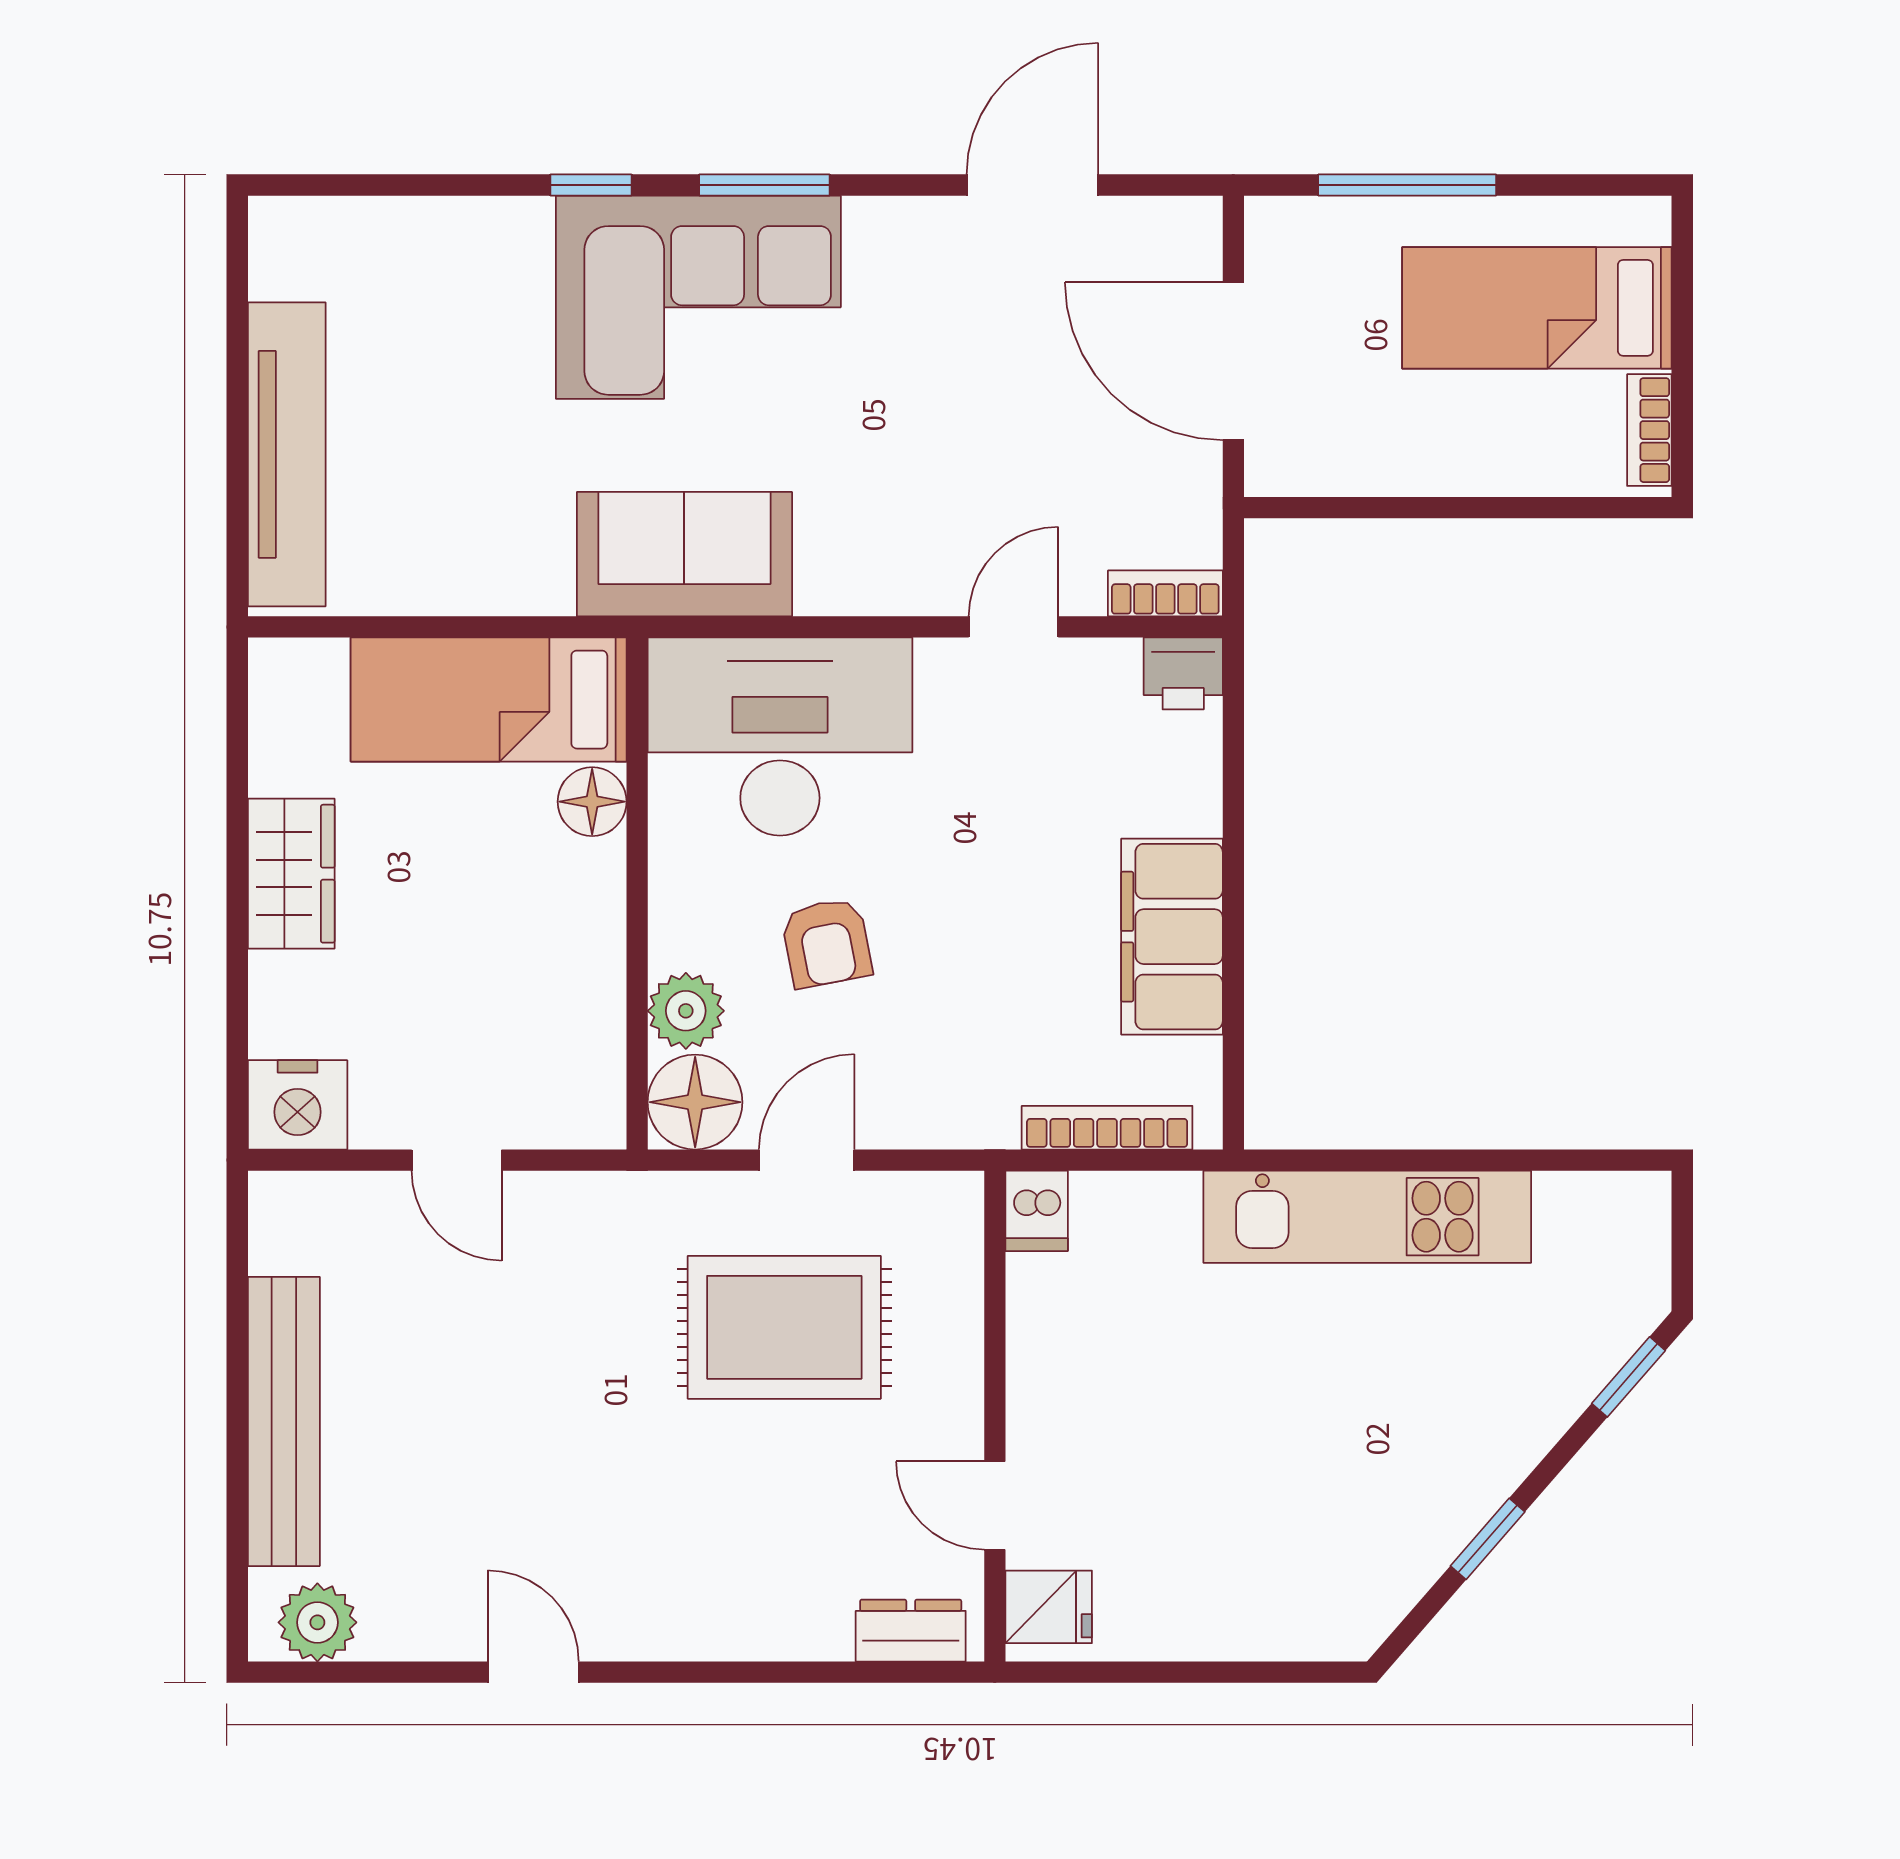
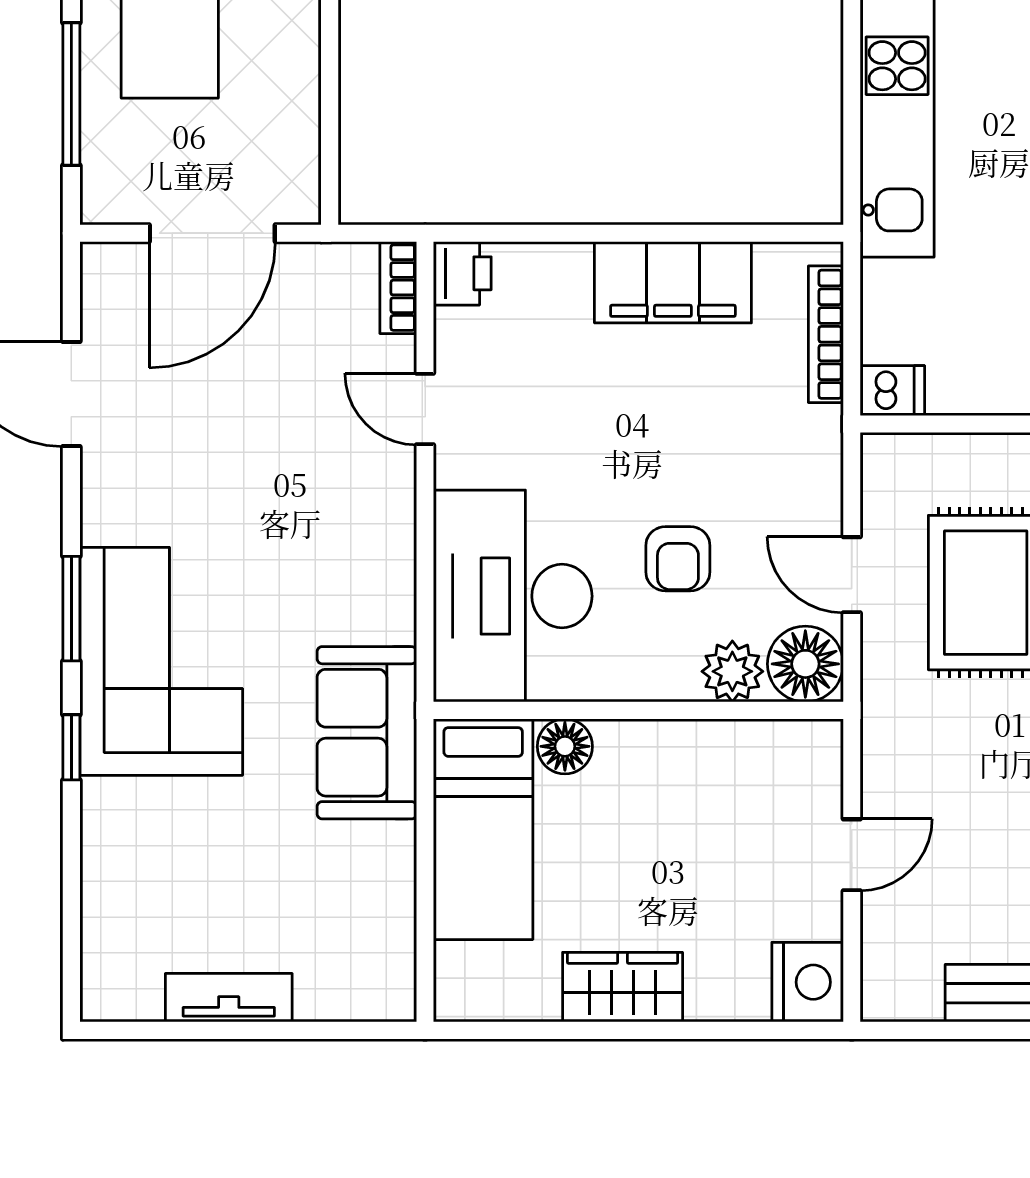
tv unit: (287, 454) -> (229, 998), width x0.52, depth x0.78
sofa: (684, 554) -> (367, 733), moved
armchair: (827, 943) -> (678, 559), turned 101

